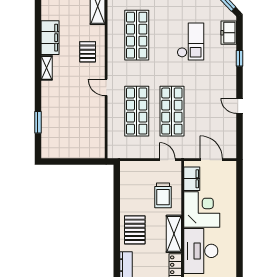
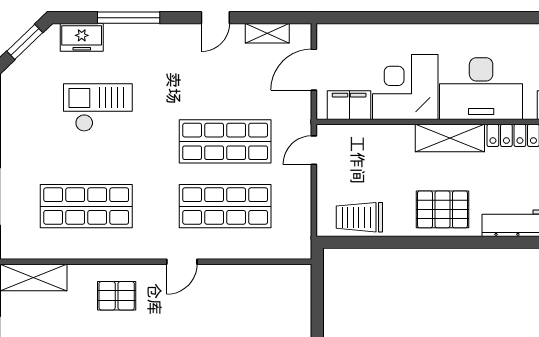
window: (240, 58) -> (129, 18), width x2.17
shelving: (231, 134) -> (267, 33), added
trolley: (163, 195) -> (359, 217), moved, turned 180

